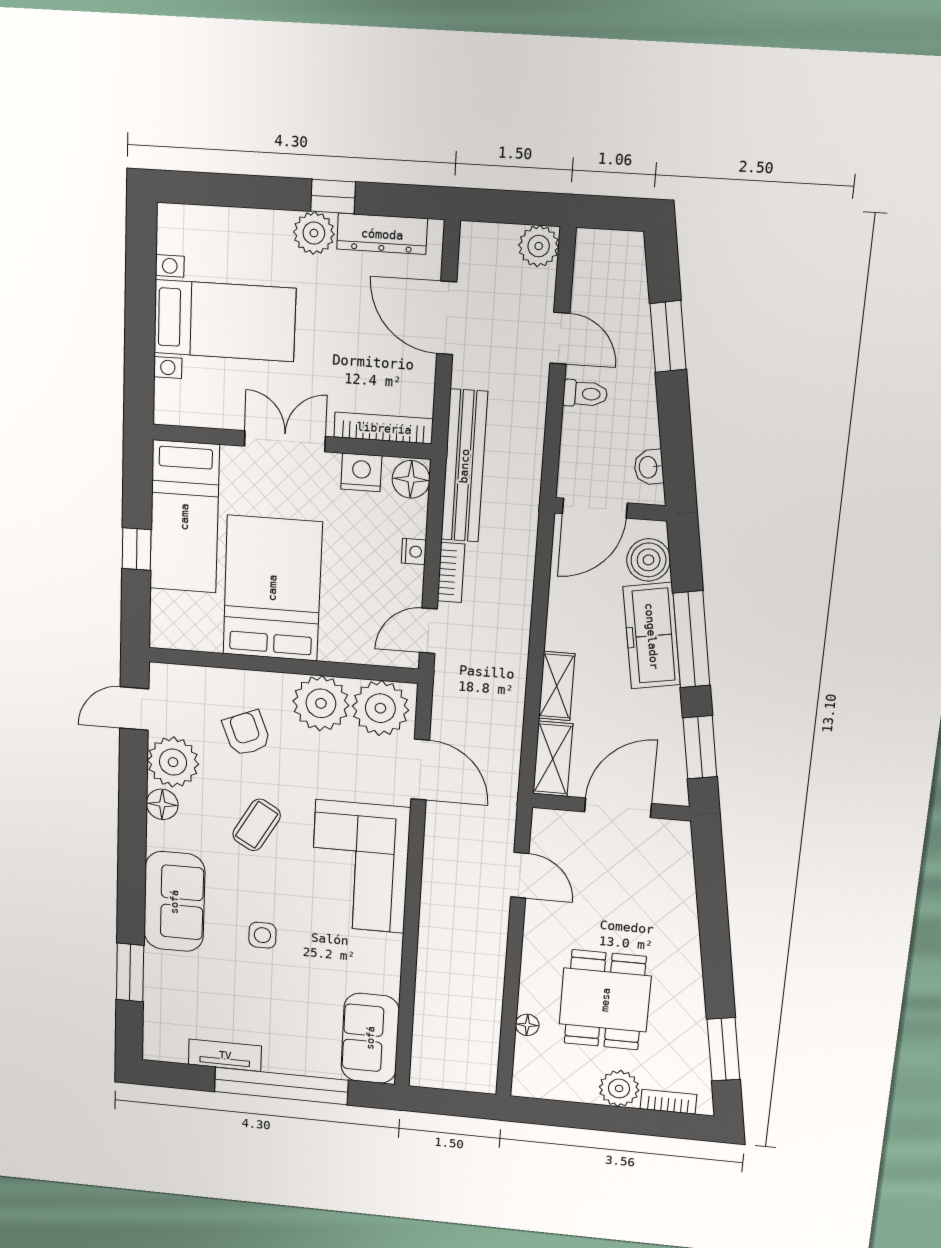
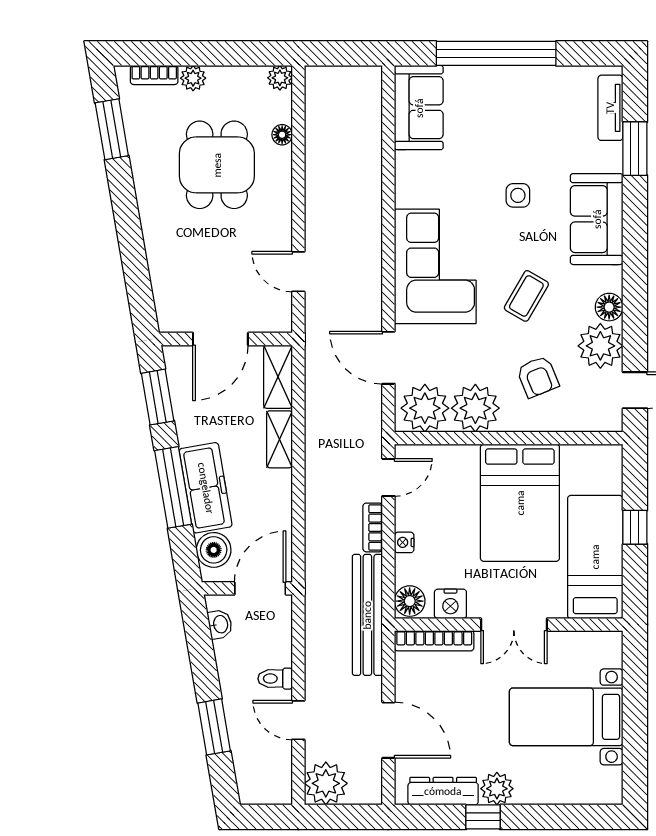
plant: (539, 246) -> (326, 783), width x1.36, depth x1.36
tv unit: (225, 1055) -> (610, 108), moved, turned 90
plant: (525, 1085) -> (280, 78), added
plant: (619, 1088) -> (193, 78), width x0.73, depth x0.73

